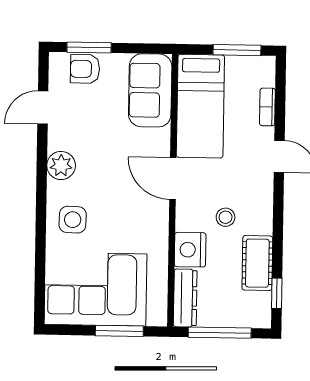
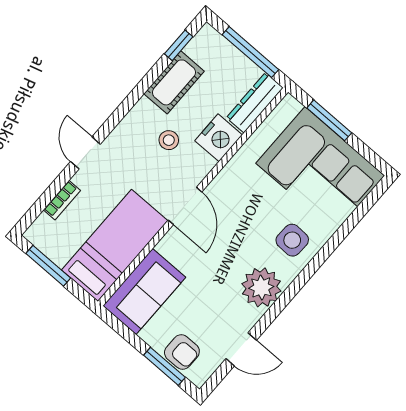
plant: (61, 166) -> (261, 287), width x1.36, depth x1.36

